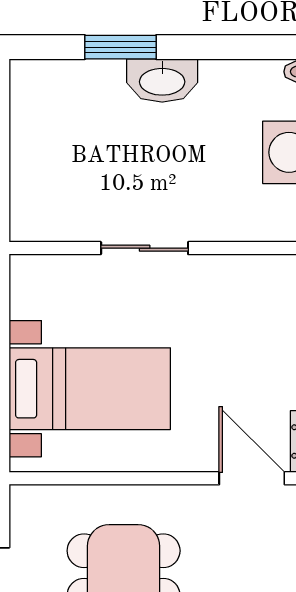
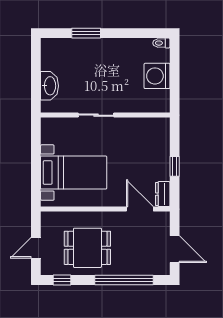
washbasin: (162, 80) -> (50, 86), moved, turned -90

